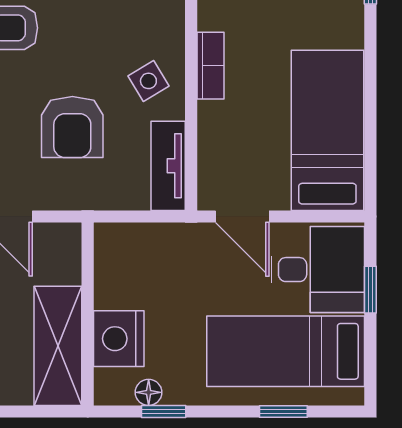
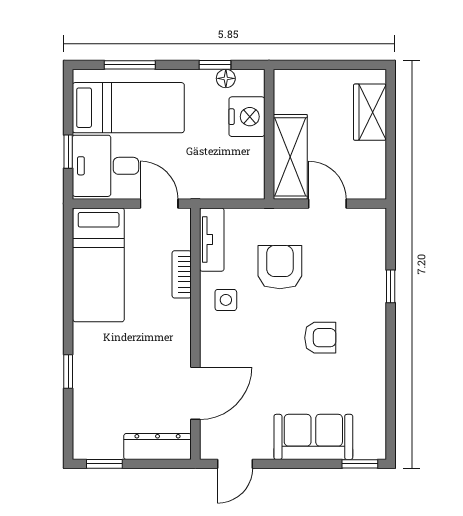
bookcase: (211, 66) -> (182, 274), moved
side table: (148, 81) -> (226, 300), turned 31
shelving: (58, 346) -> (290, 157), moved
window: (283, 411) -> (130, 65), width x1.50

